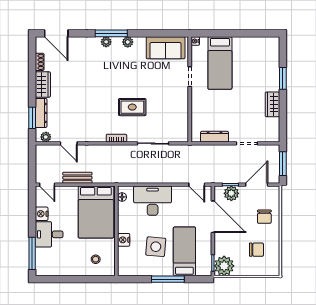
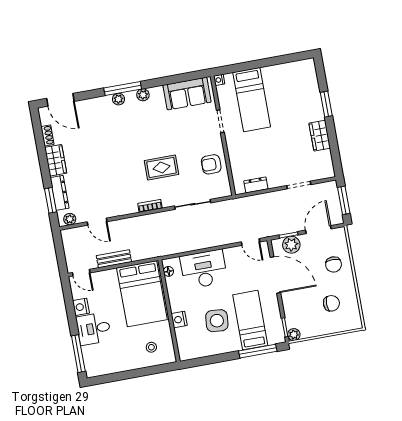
armchair: (175, 112) -> (211, 164), added
dresser: (215, 137) -> (256, 185), width x0.70
plant: (224, 266) -> (294, 335), width x0.53, depth x0.53
window: (168, 279) -> (258, 351), moved

